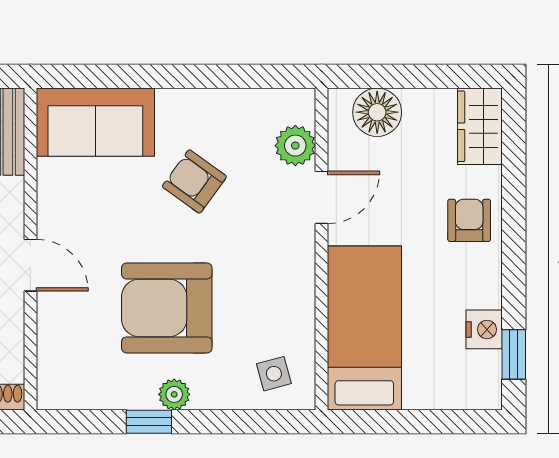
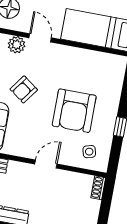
side table: (274, 374) -> (89, 152), moved
plant: (174, 394) -> (111, 114), removed

